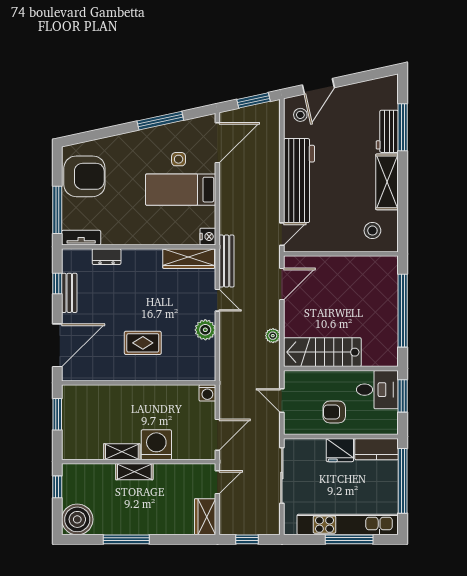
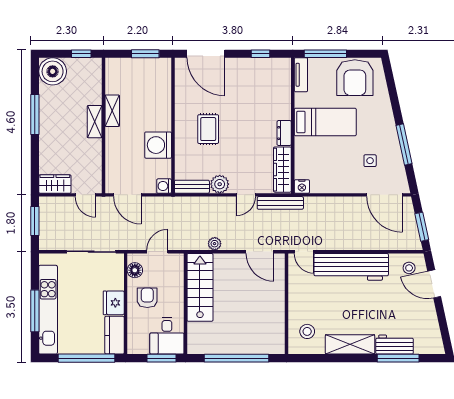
bed: (181, 190) -> (325, 122), moved, turned 90
dresser: (107, 257) -> (284, 133), moved
bench: (69, 293) -> (192, 187), moved
floor lamp: (303, 426) -> (135, 270), added
washing machine: (156, 445) -> (158, 145), moved, turned 180
window: (247, 539) -> (35, 221), width x1.50

